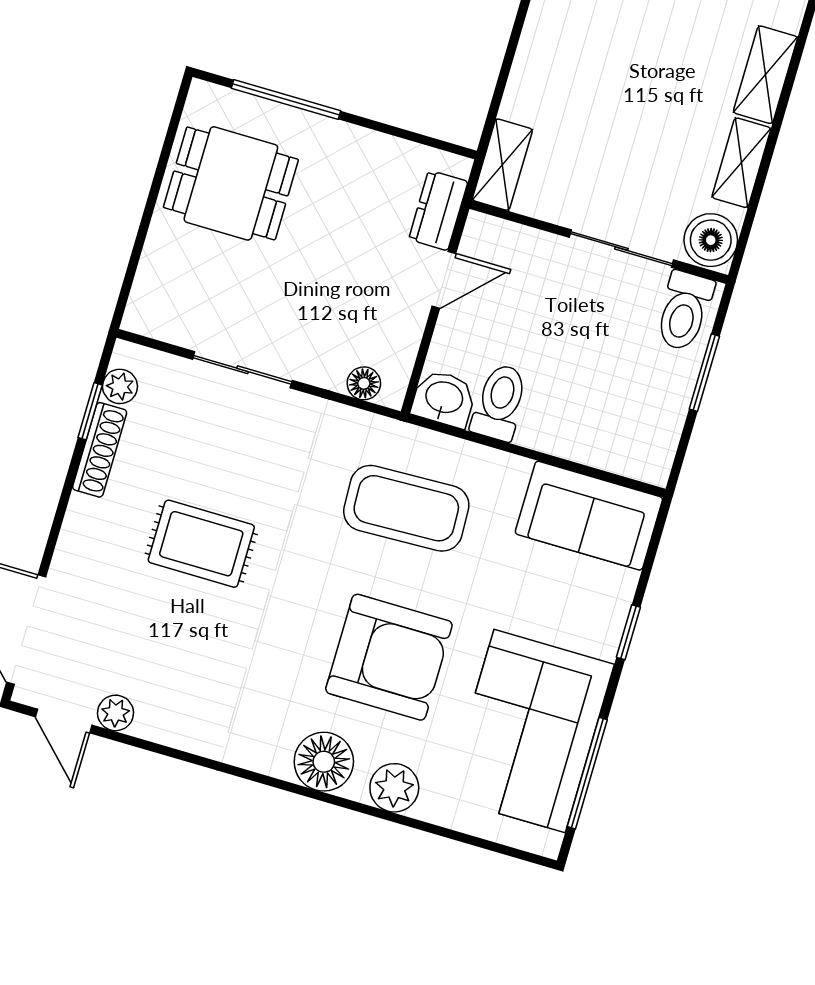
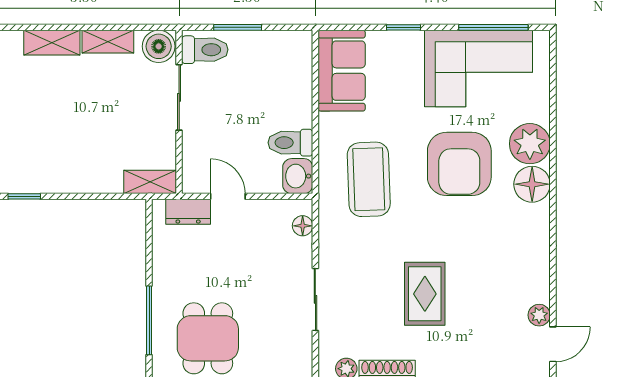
armchair: (389, 657) -> (459, 164), turned 180
plant: (394, 788) -> (530, 144), width x1.36, depth x1.36

